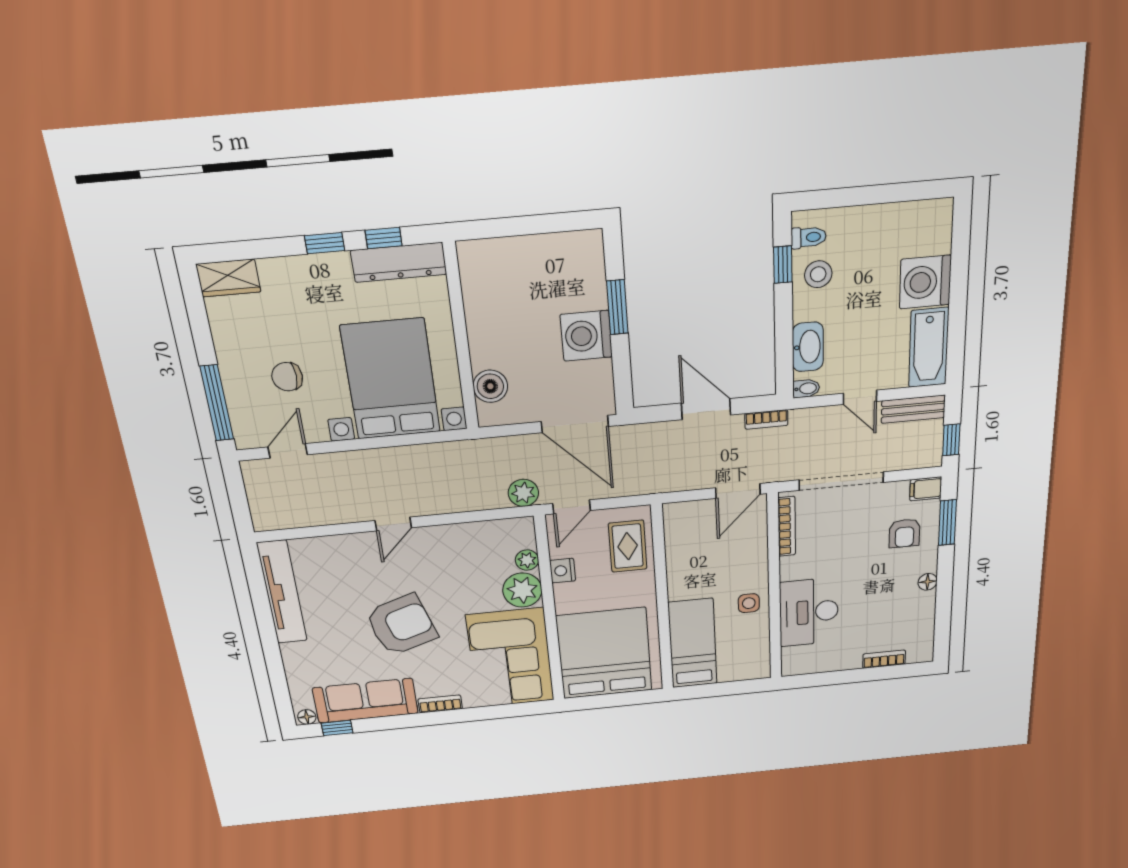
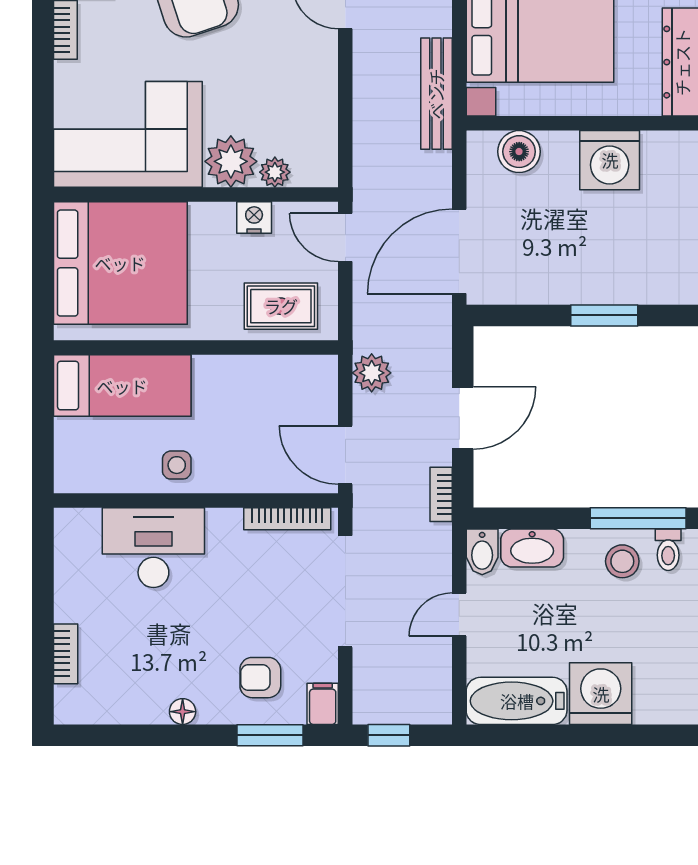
window: (783, 265) -> (638, 518), width x2.17
washing machine: (586, 336) -> (610, 160), moved, turned 180
bidet: (806, 388) -> (482, 552), width x1.38, depth x1.36
bench: (913, 409) -> (436, 94), moved, width x1.36
plant: (523, 493) -> (372, 373), moved

